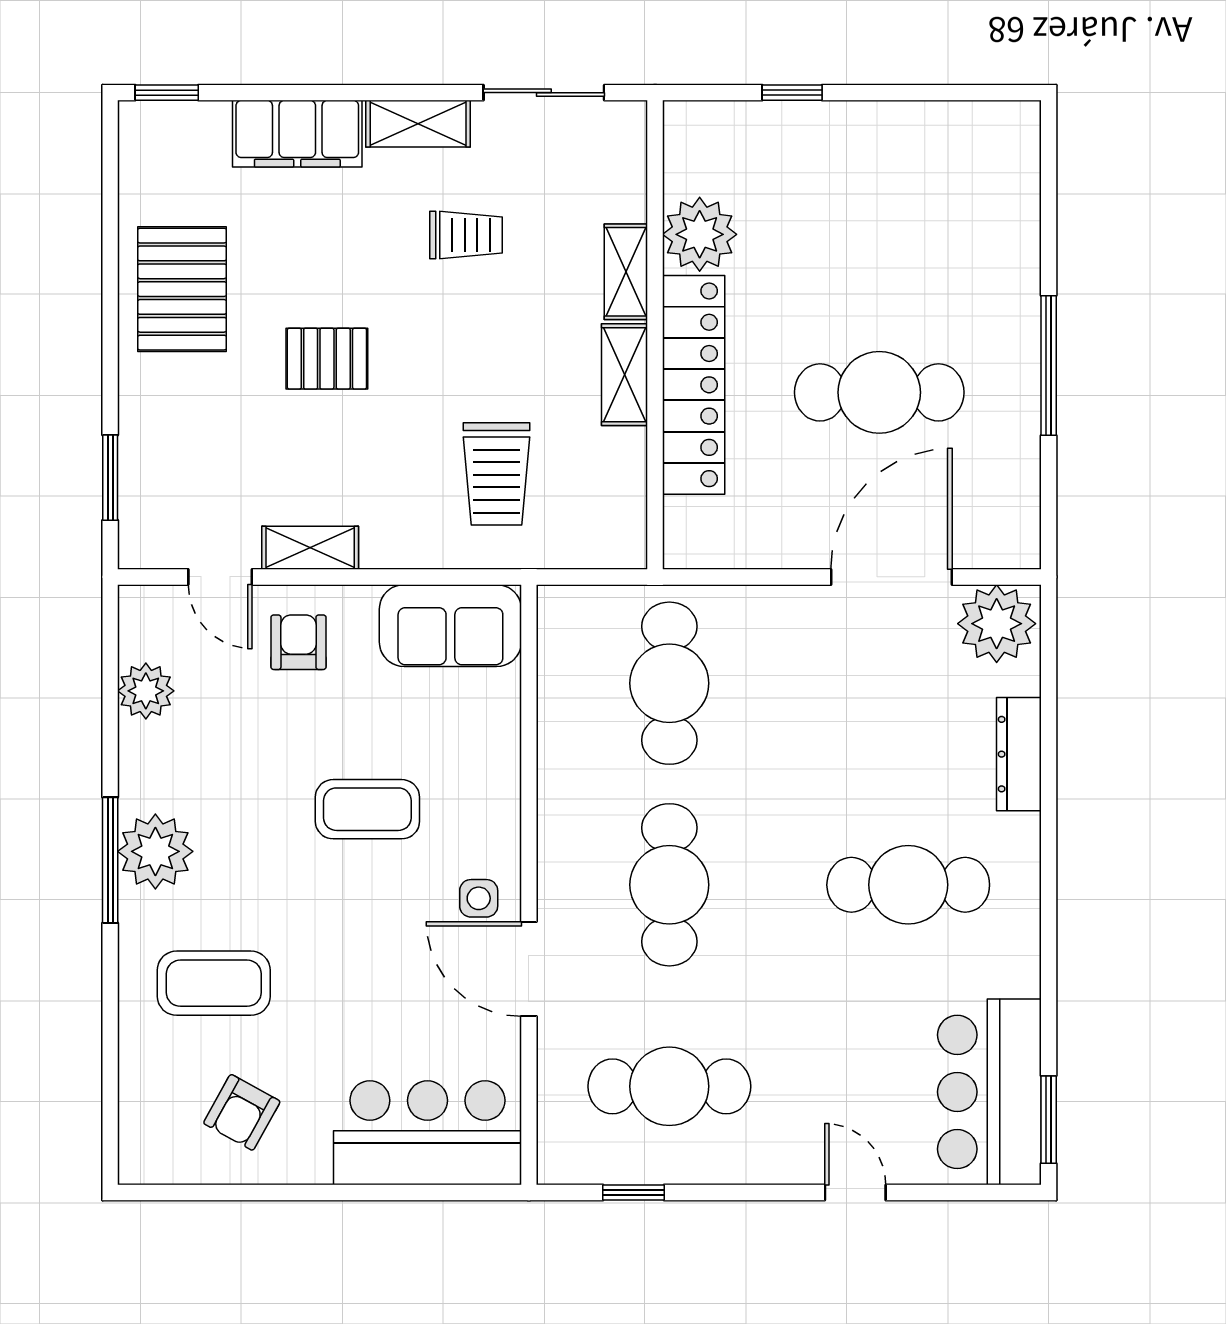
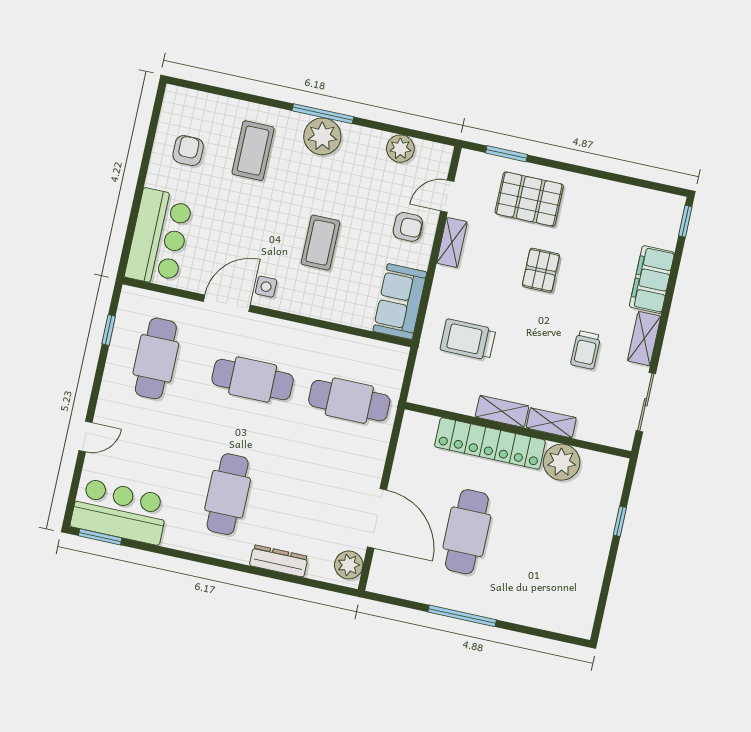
pallet: (182, 289) -> (529, 199), moved
plant: (997, 624) -> (349, 565), width x0.73, depth x0.73
armchair: (242, 1112) -> (188, 151), turned 61

